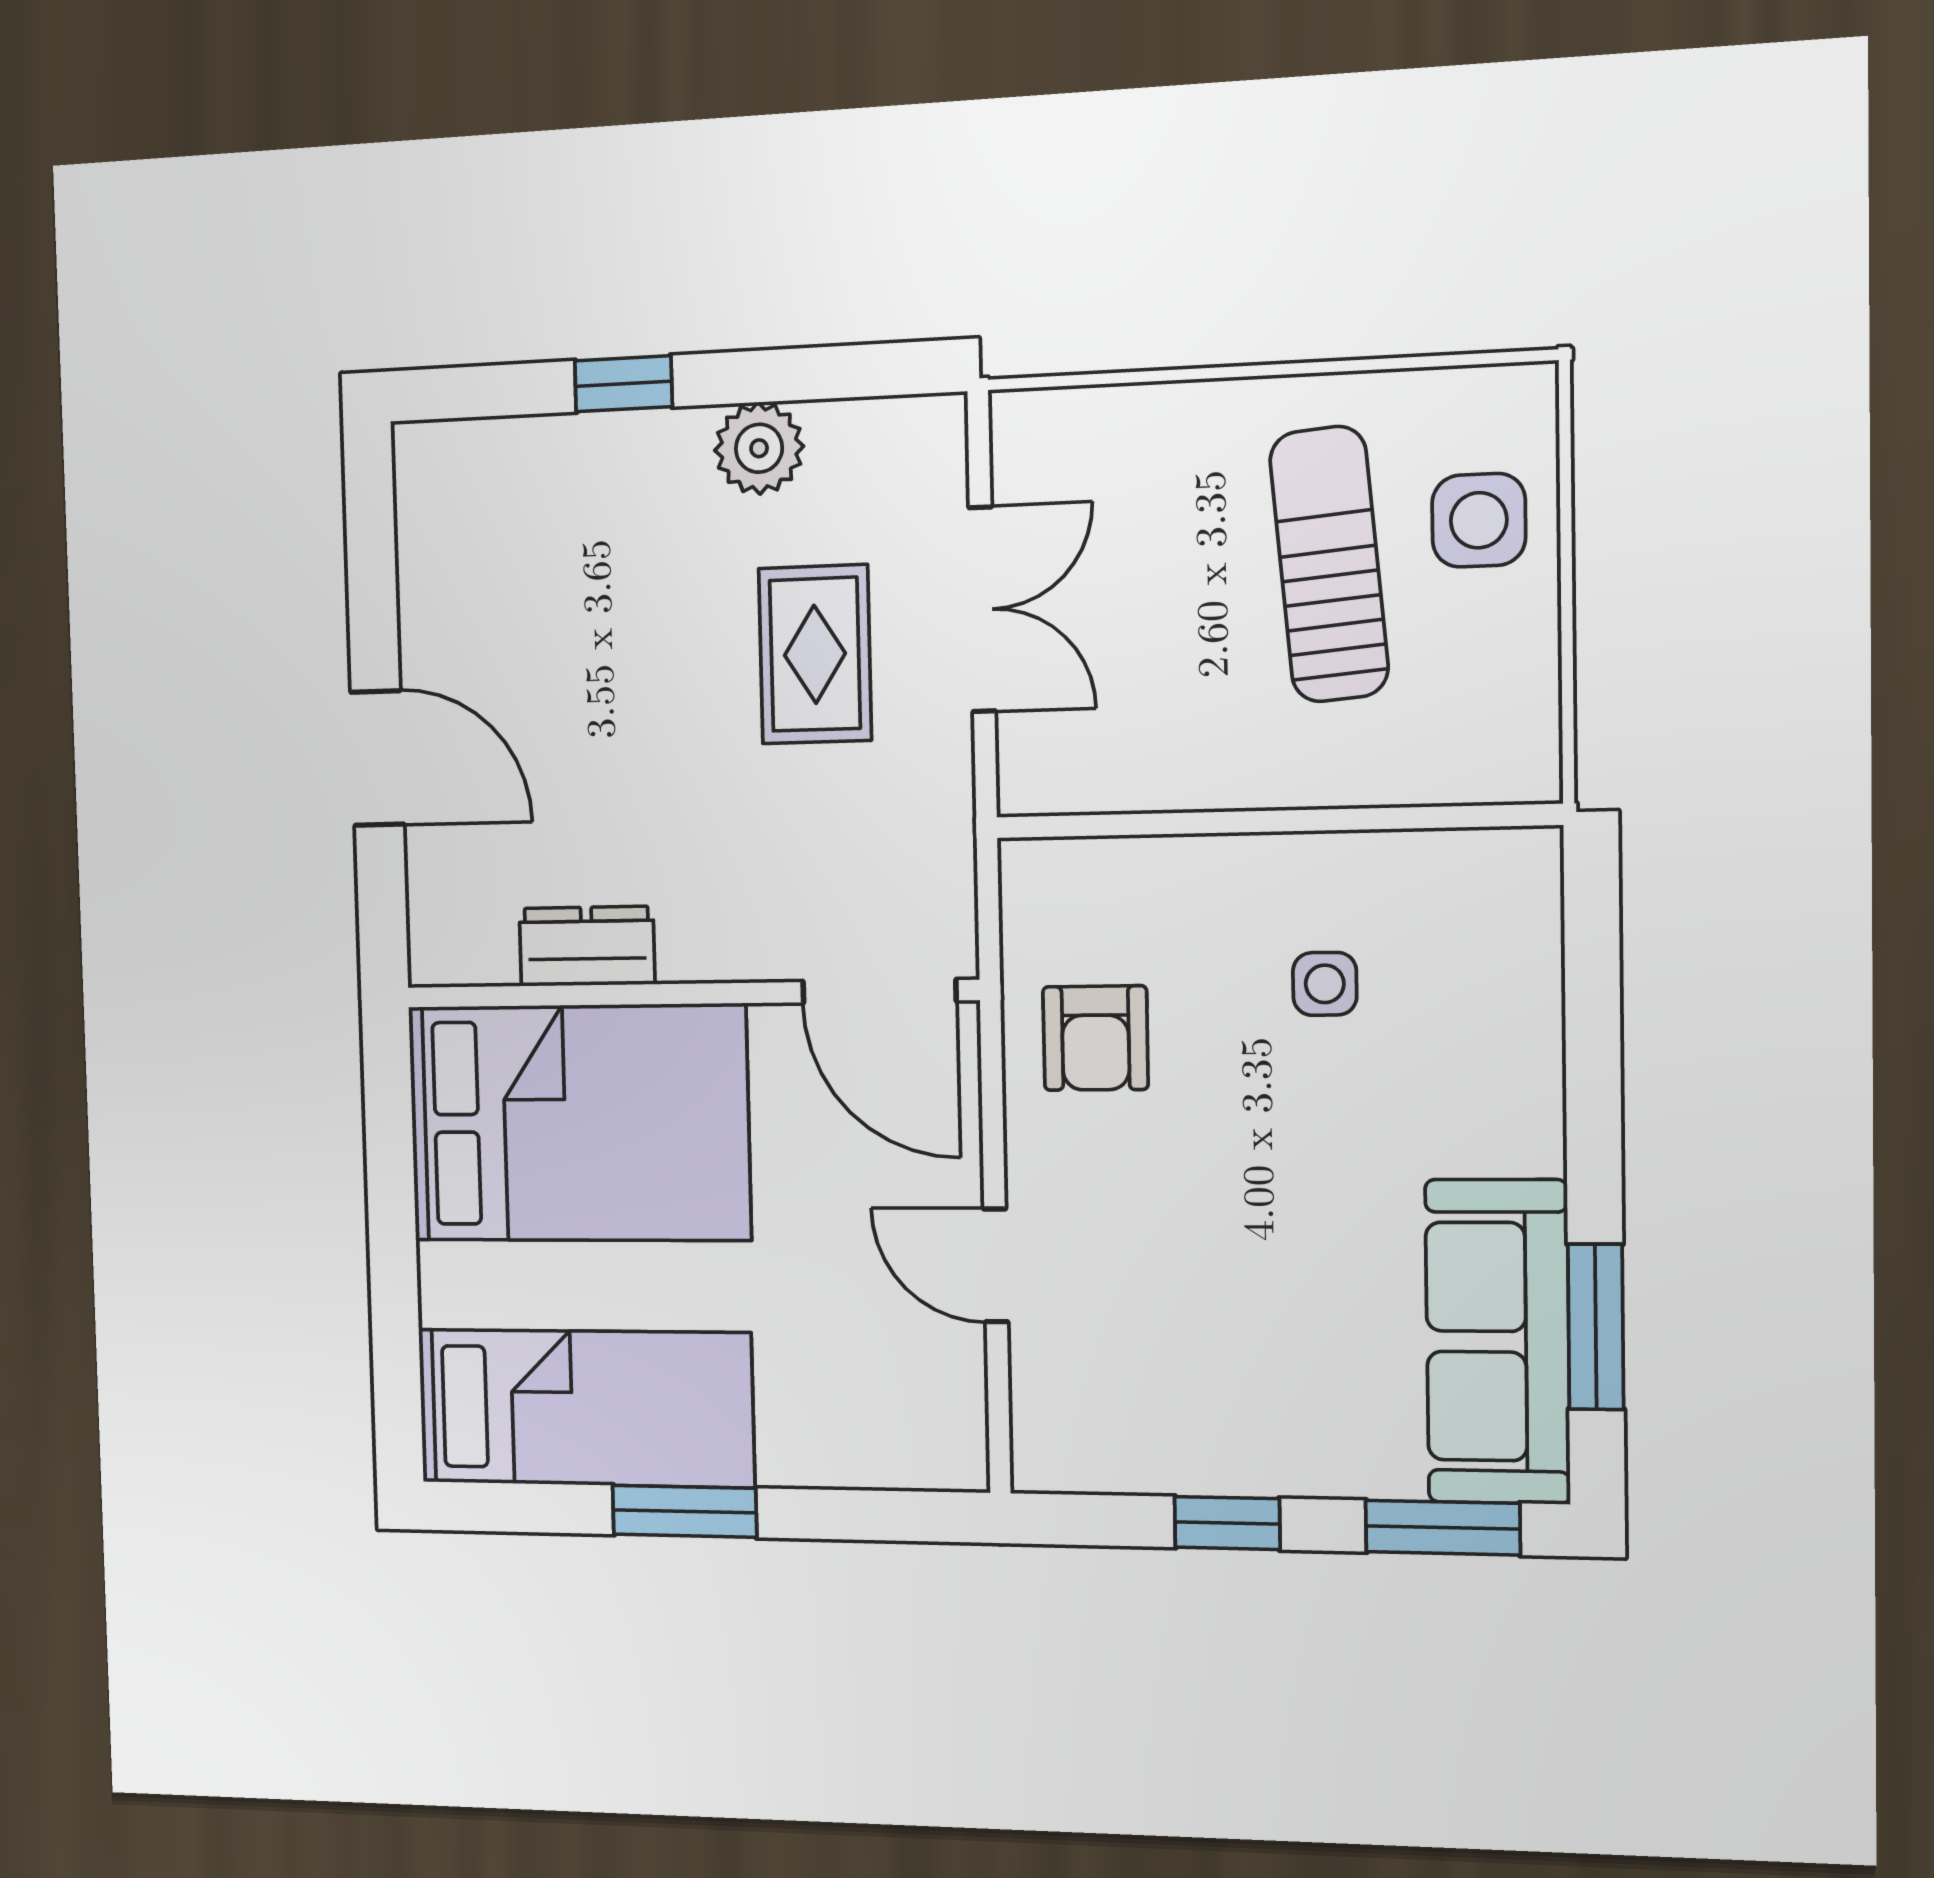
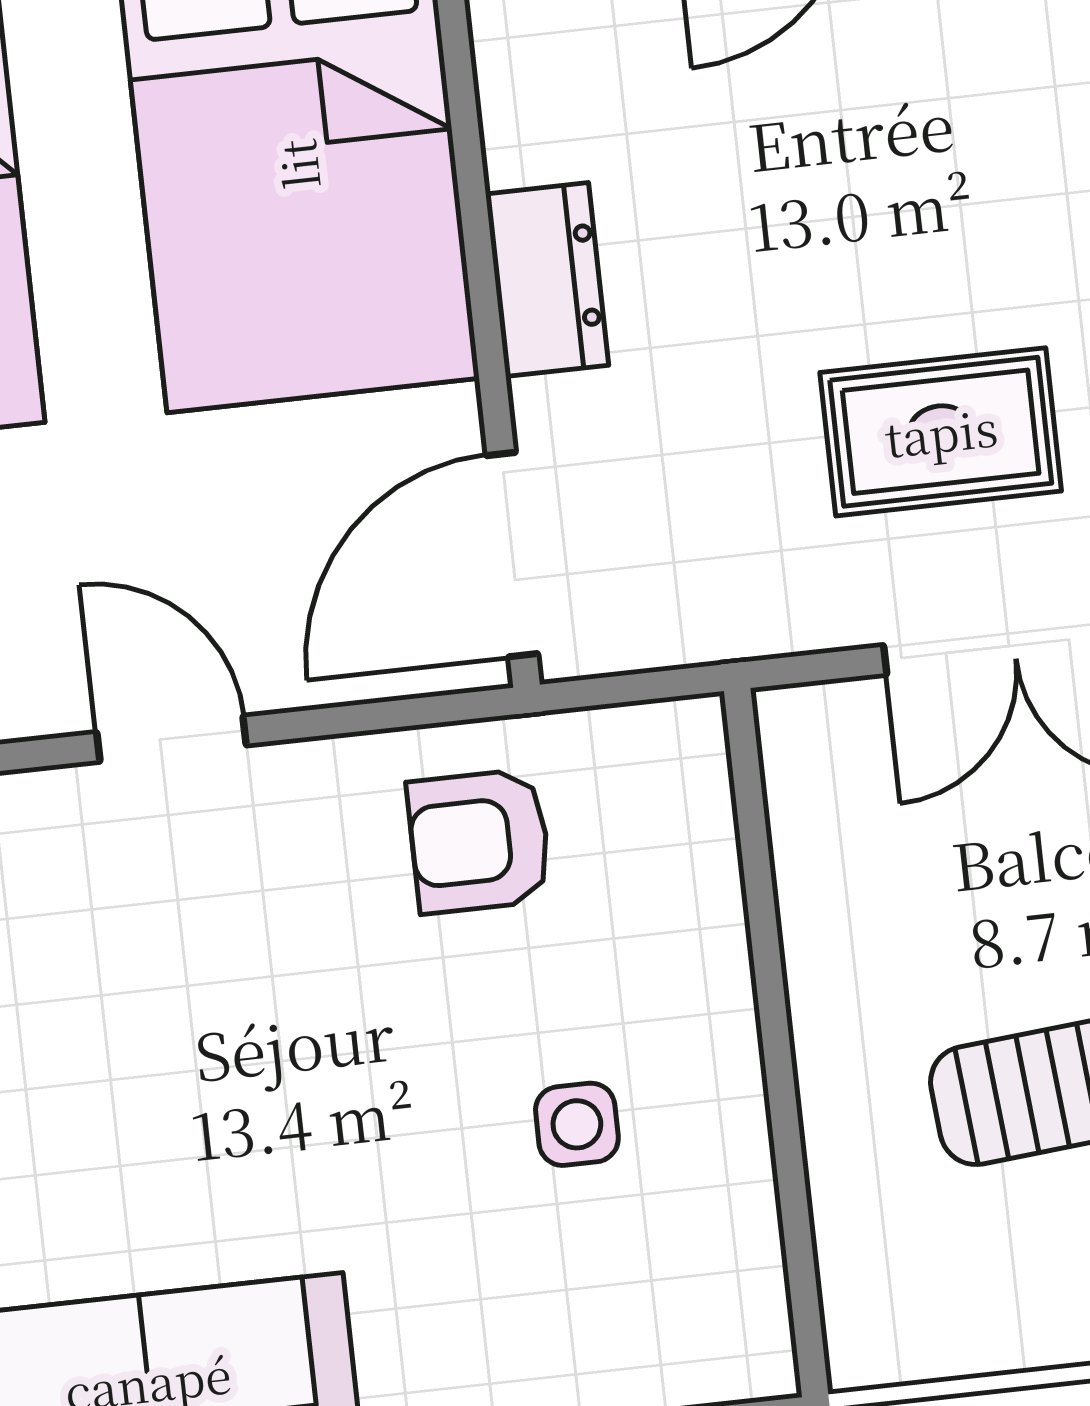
dresser: (587, 946) -> (547, 280), moved
door: (996, 1265) -> (172, 739), hinge flipped

